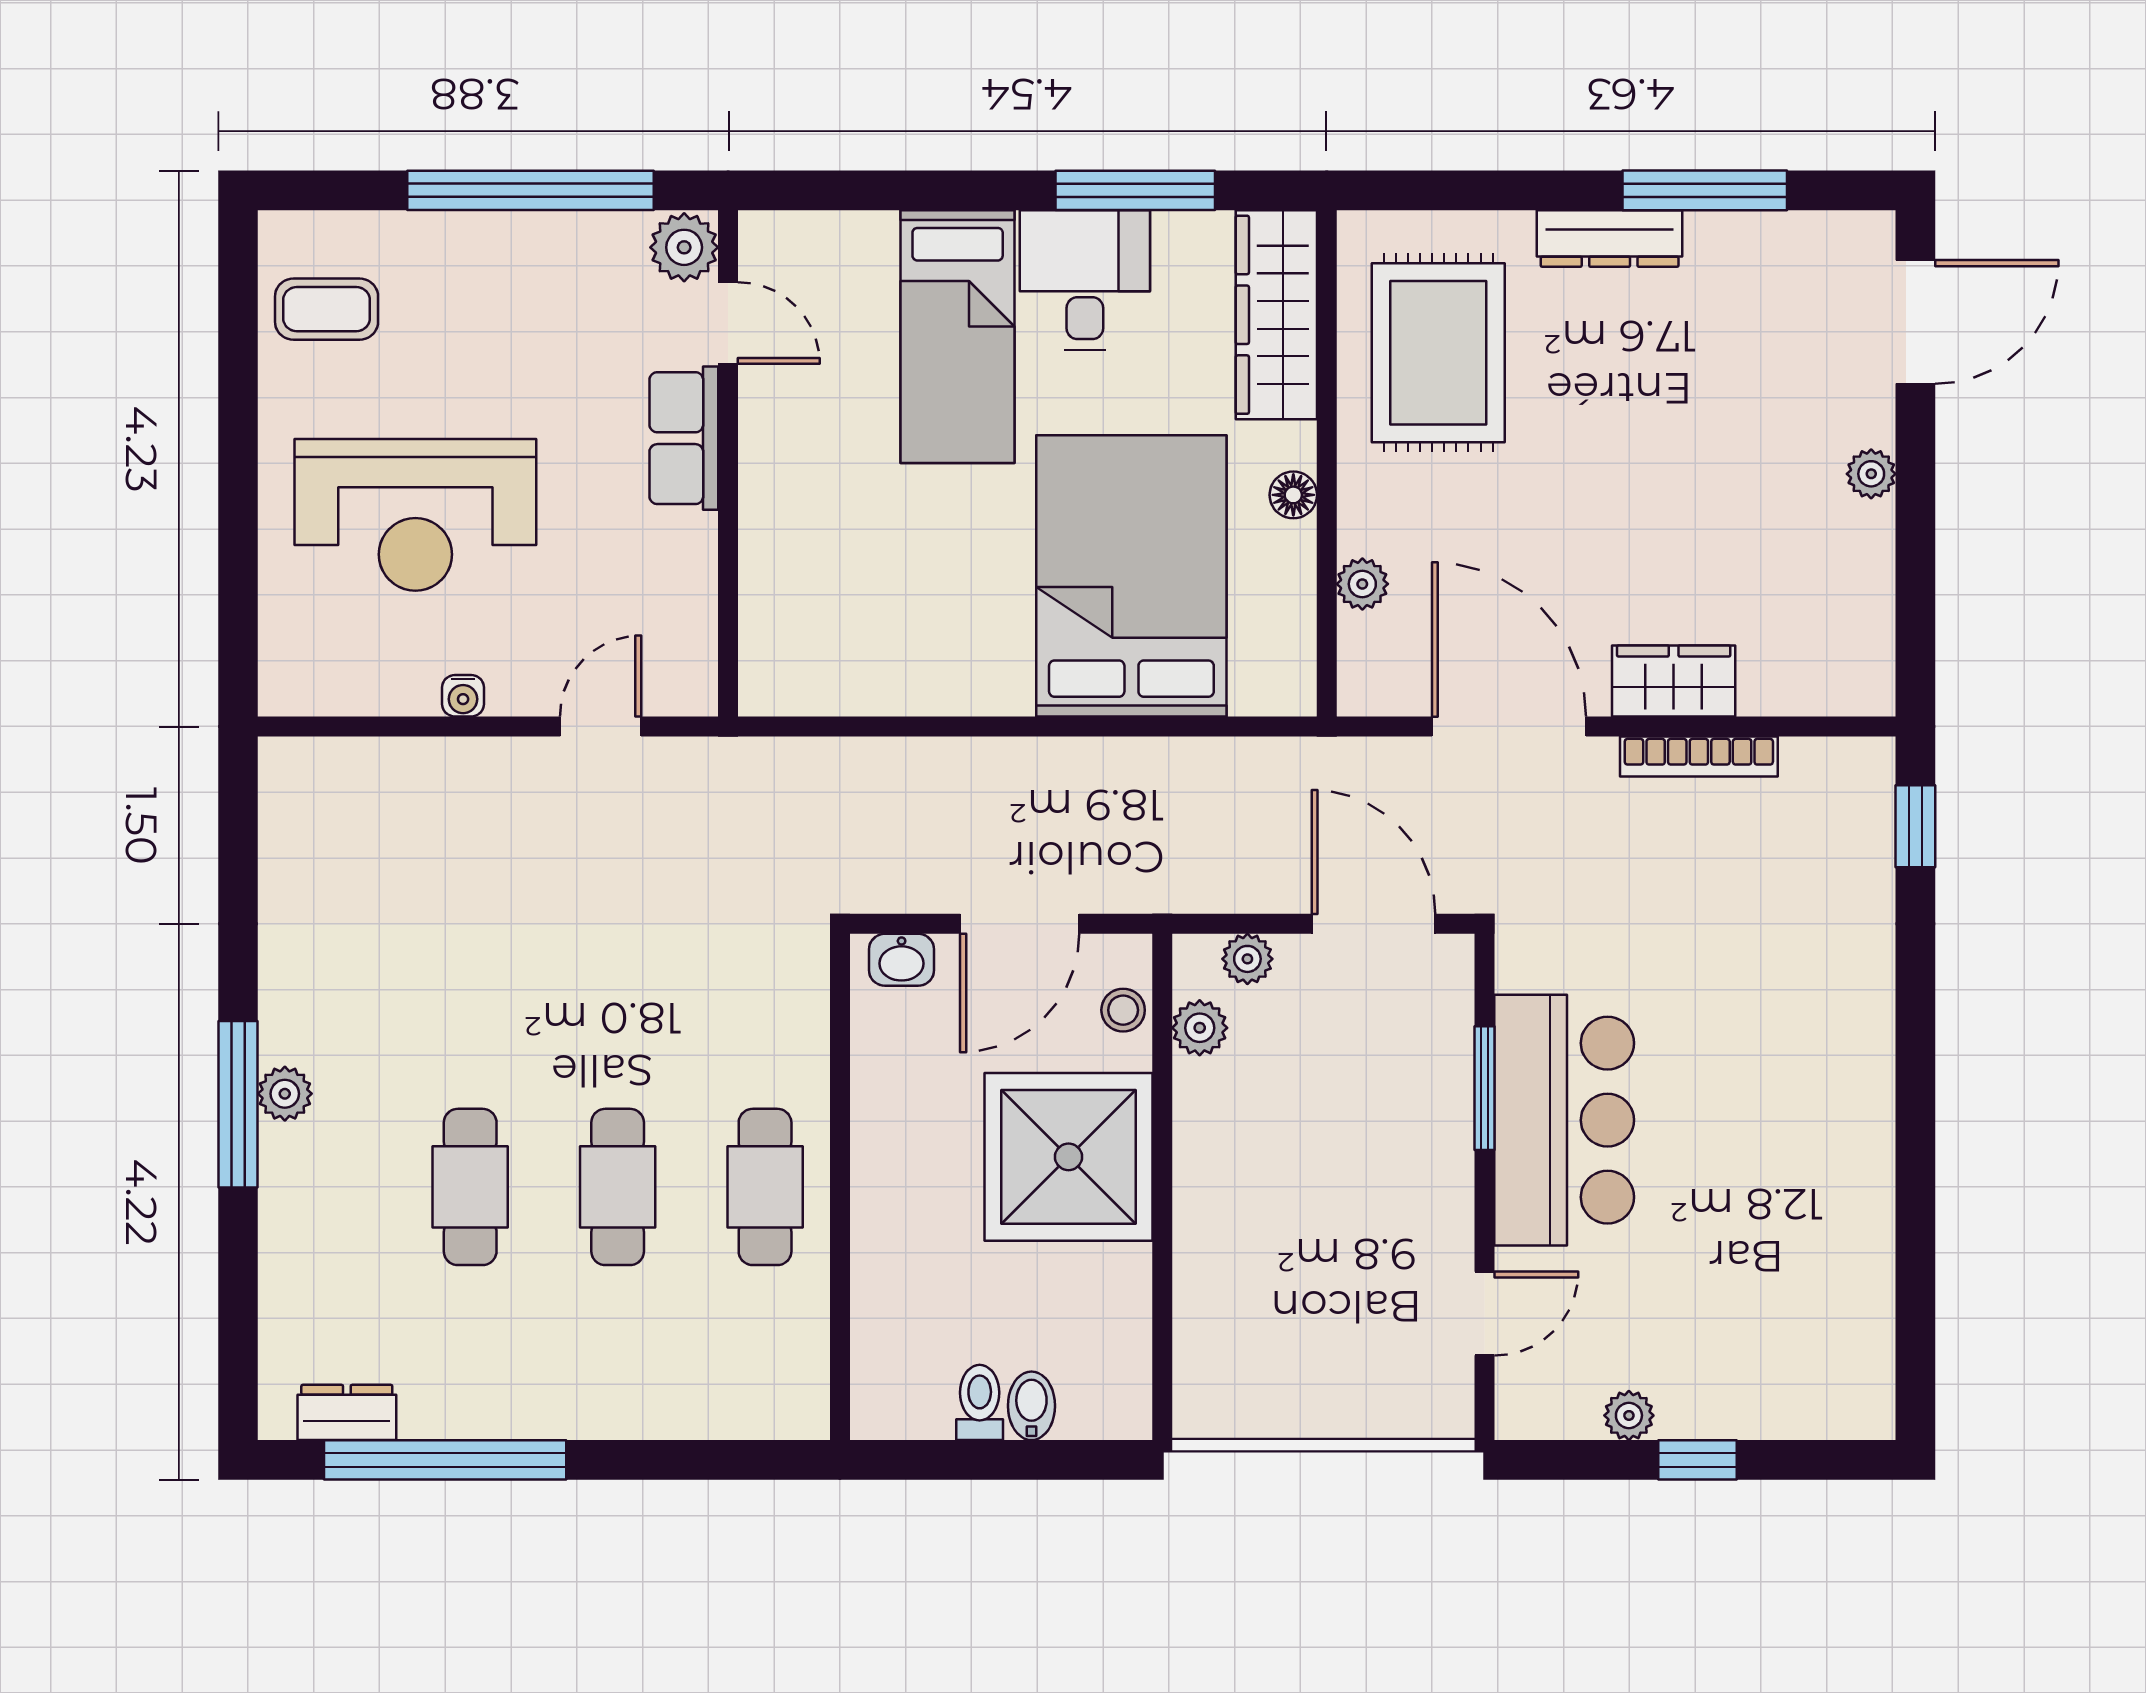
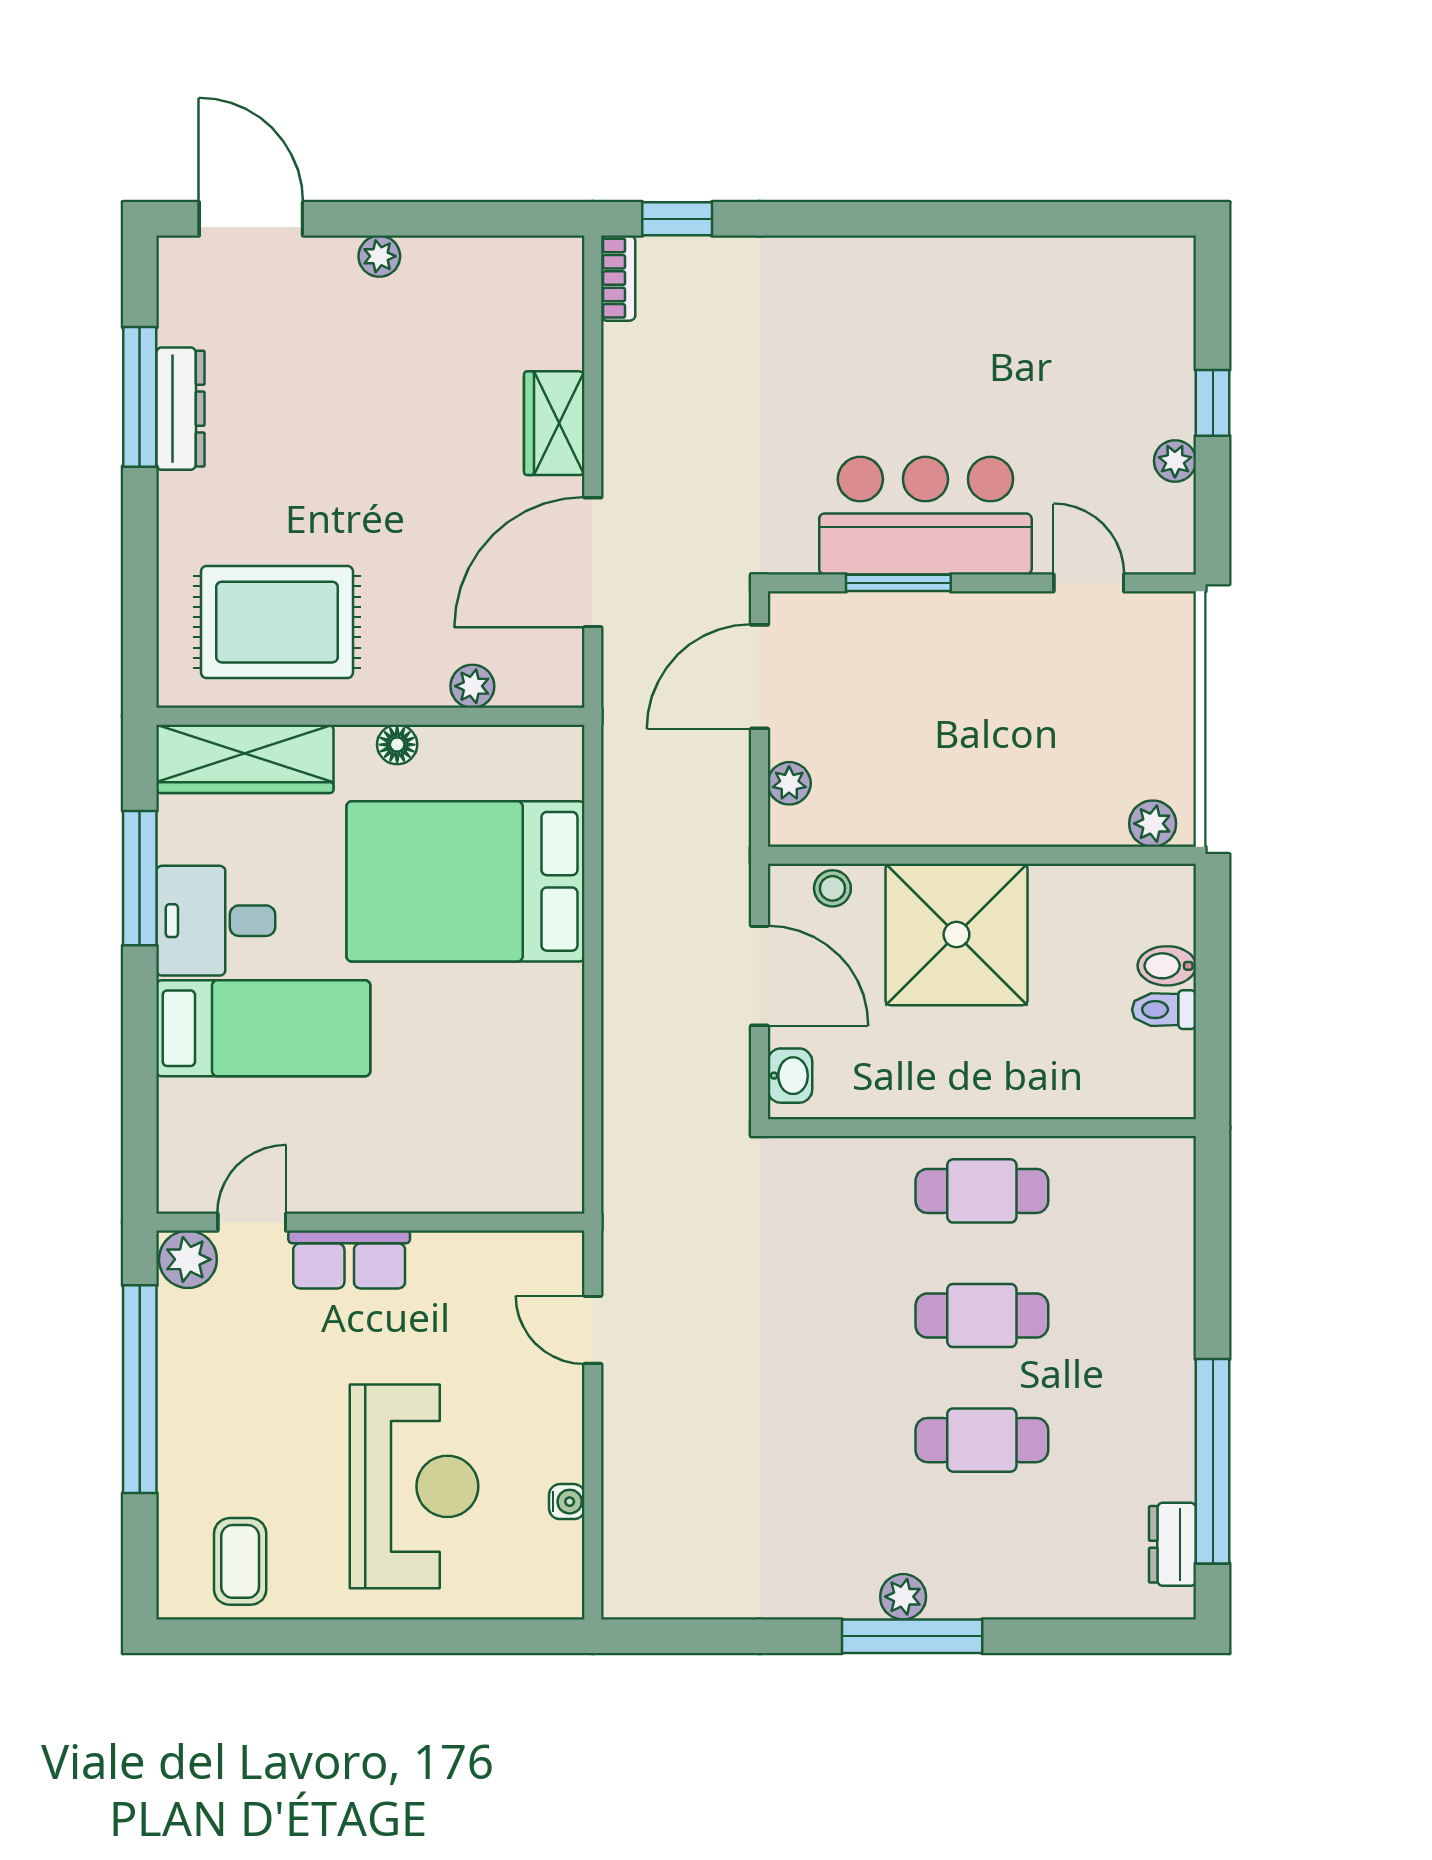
dresser: (1610, 238) -> (180, 409), moved
water cooler: (463, 696) -> (567, 1502), moved
bookcase: (1699, 756) -> (618, 278), moved, width x0.64
plant: (1200, 1028) -> (1153, 824), moved

